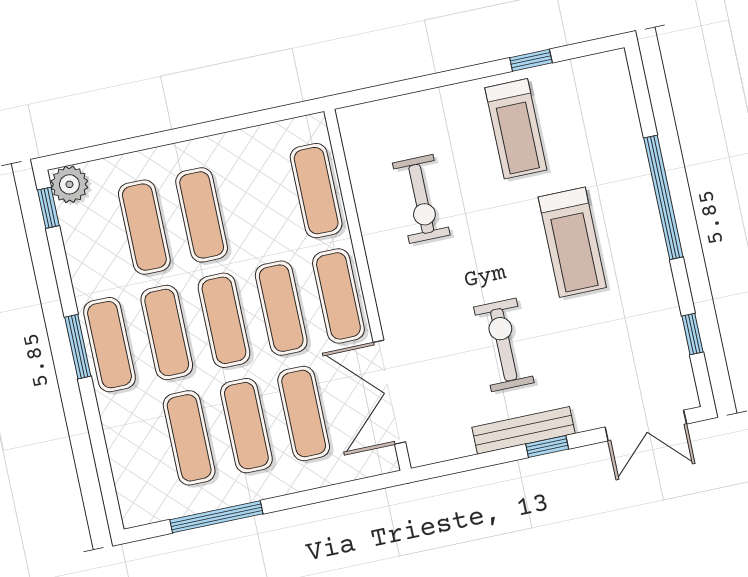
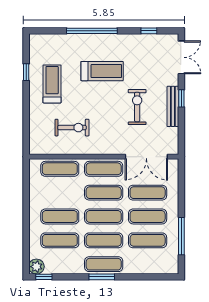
treadmill: (516, 129) -> (52, 84), turned -90
exercise bike: (504, 345) -> (137, 107), turned 90

